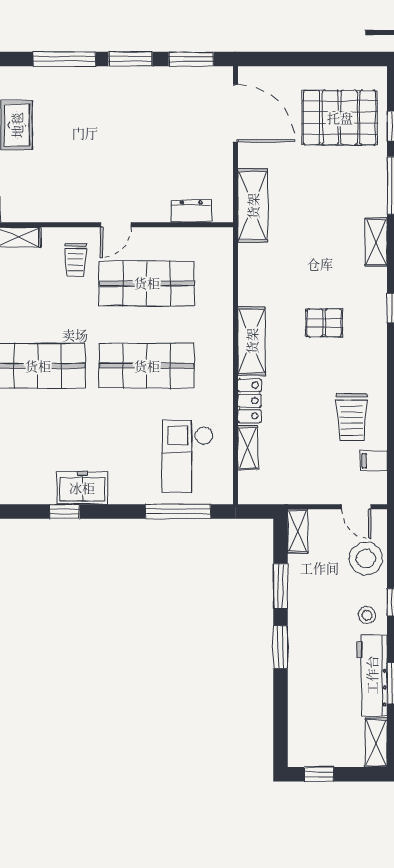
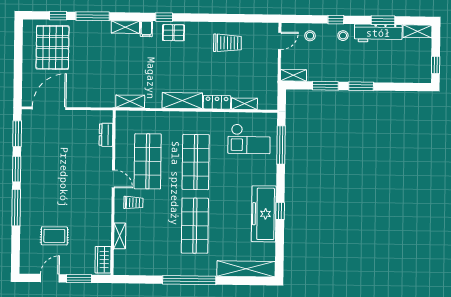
shelving: (253, 206) -> (130, 101), moved, width x0.67, depth x0.75
pallet: (324, 323) -> (173, 33), moved, turned 90
filing cabinet: (374, 461) -> (146, 29), moved
freezer: (82, 488) -> (264, 214), width x1.91, depth x1.26
stool: (366, 559) -> (310, 36), width x0.53, depth x0.53

